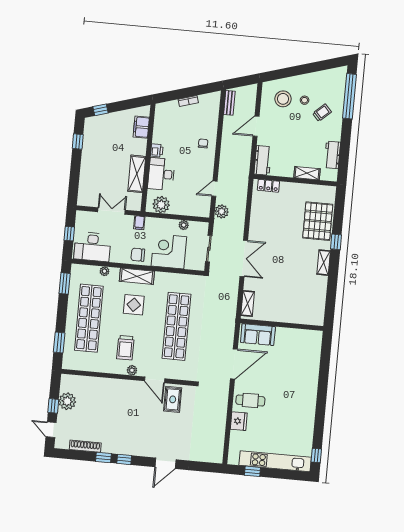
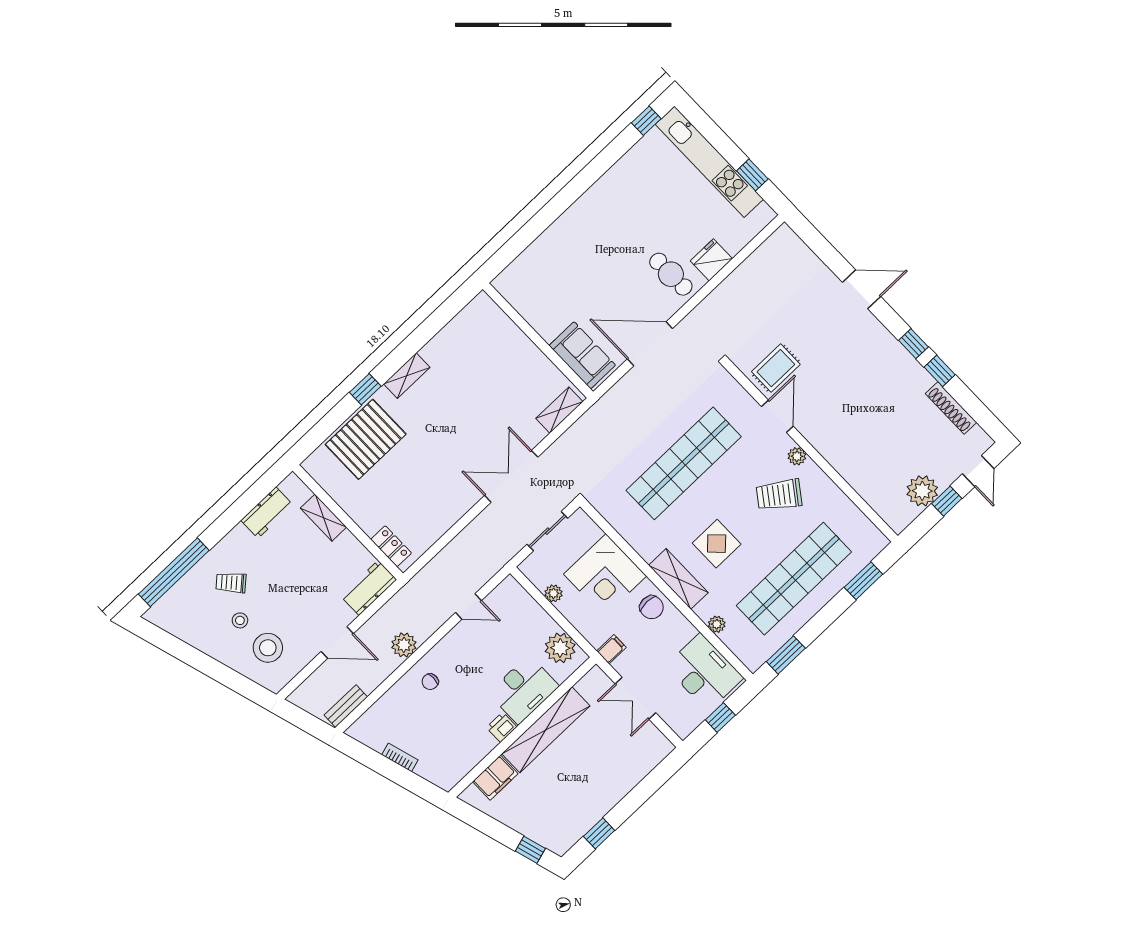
shelving: (137, 174) -> (546, 730), width x1.47
plant: (222, 212) -> (404, 645), moved
trolley: (125, 348) -> (779, 495), turned -144

